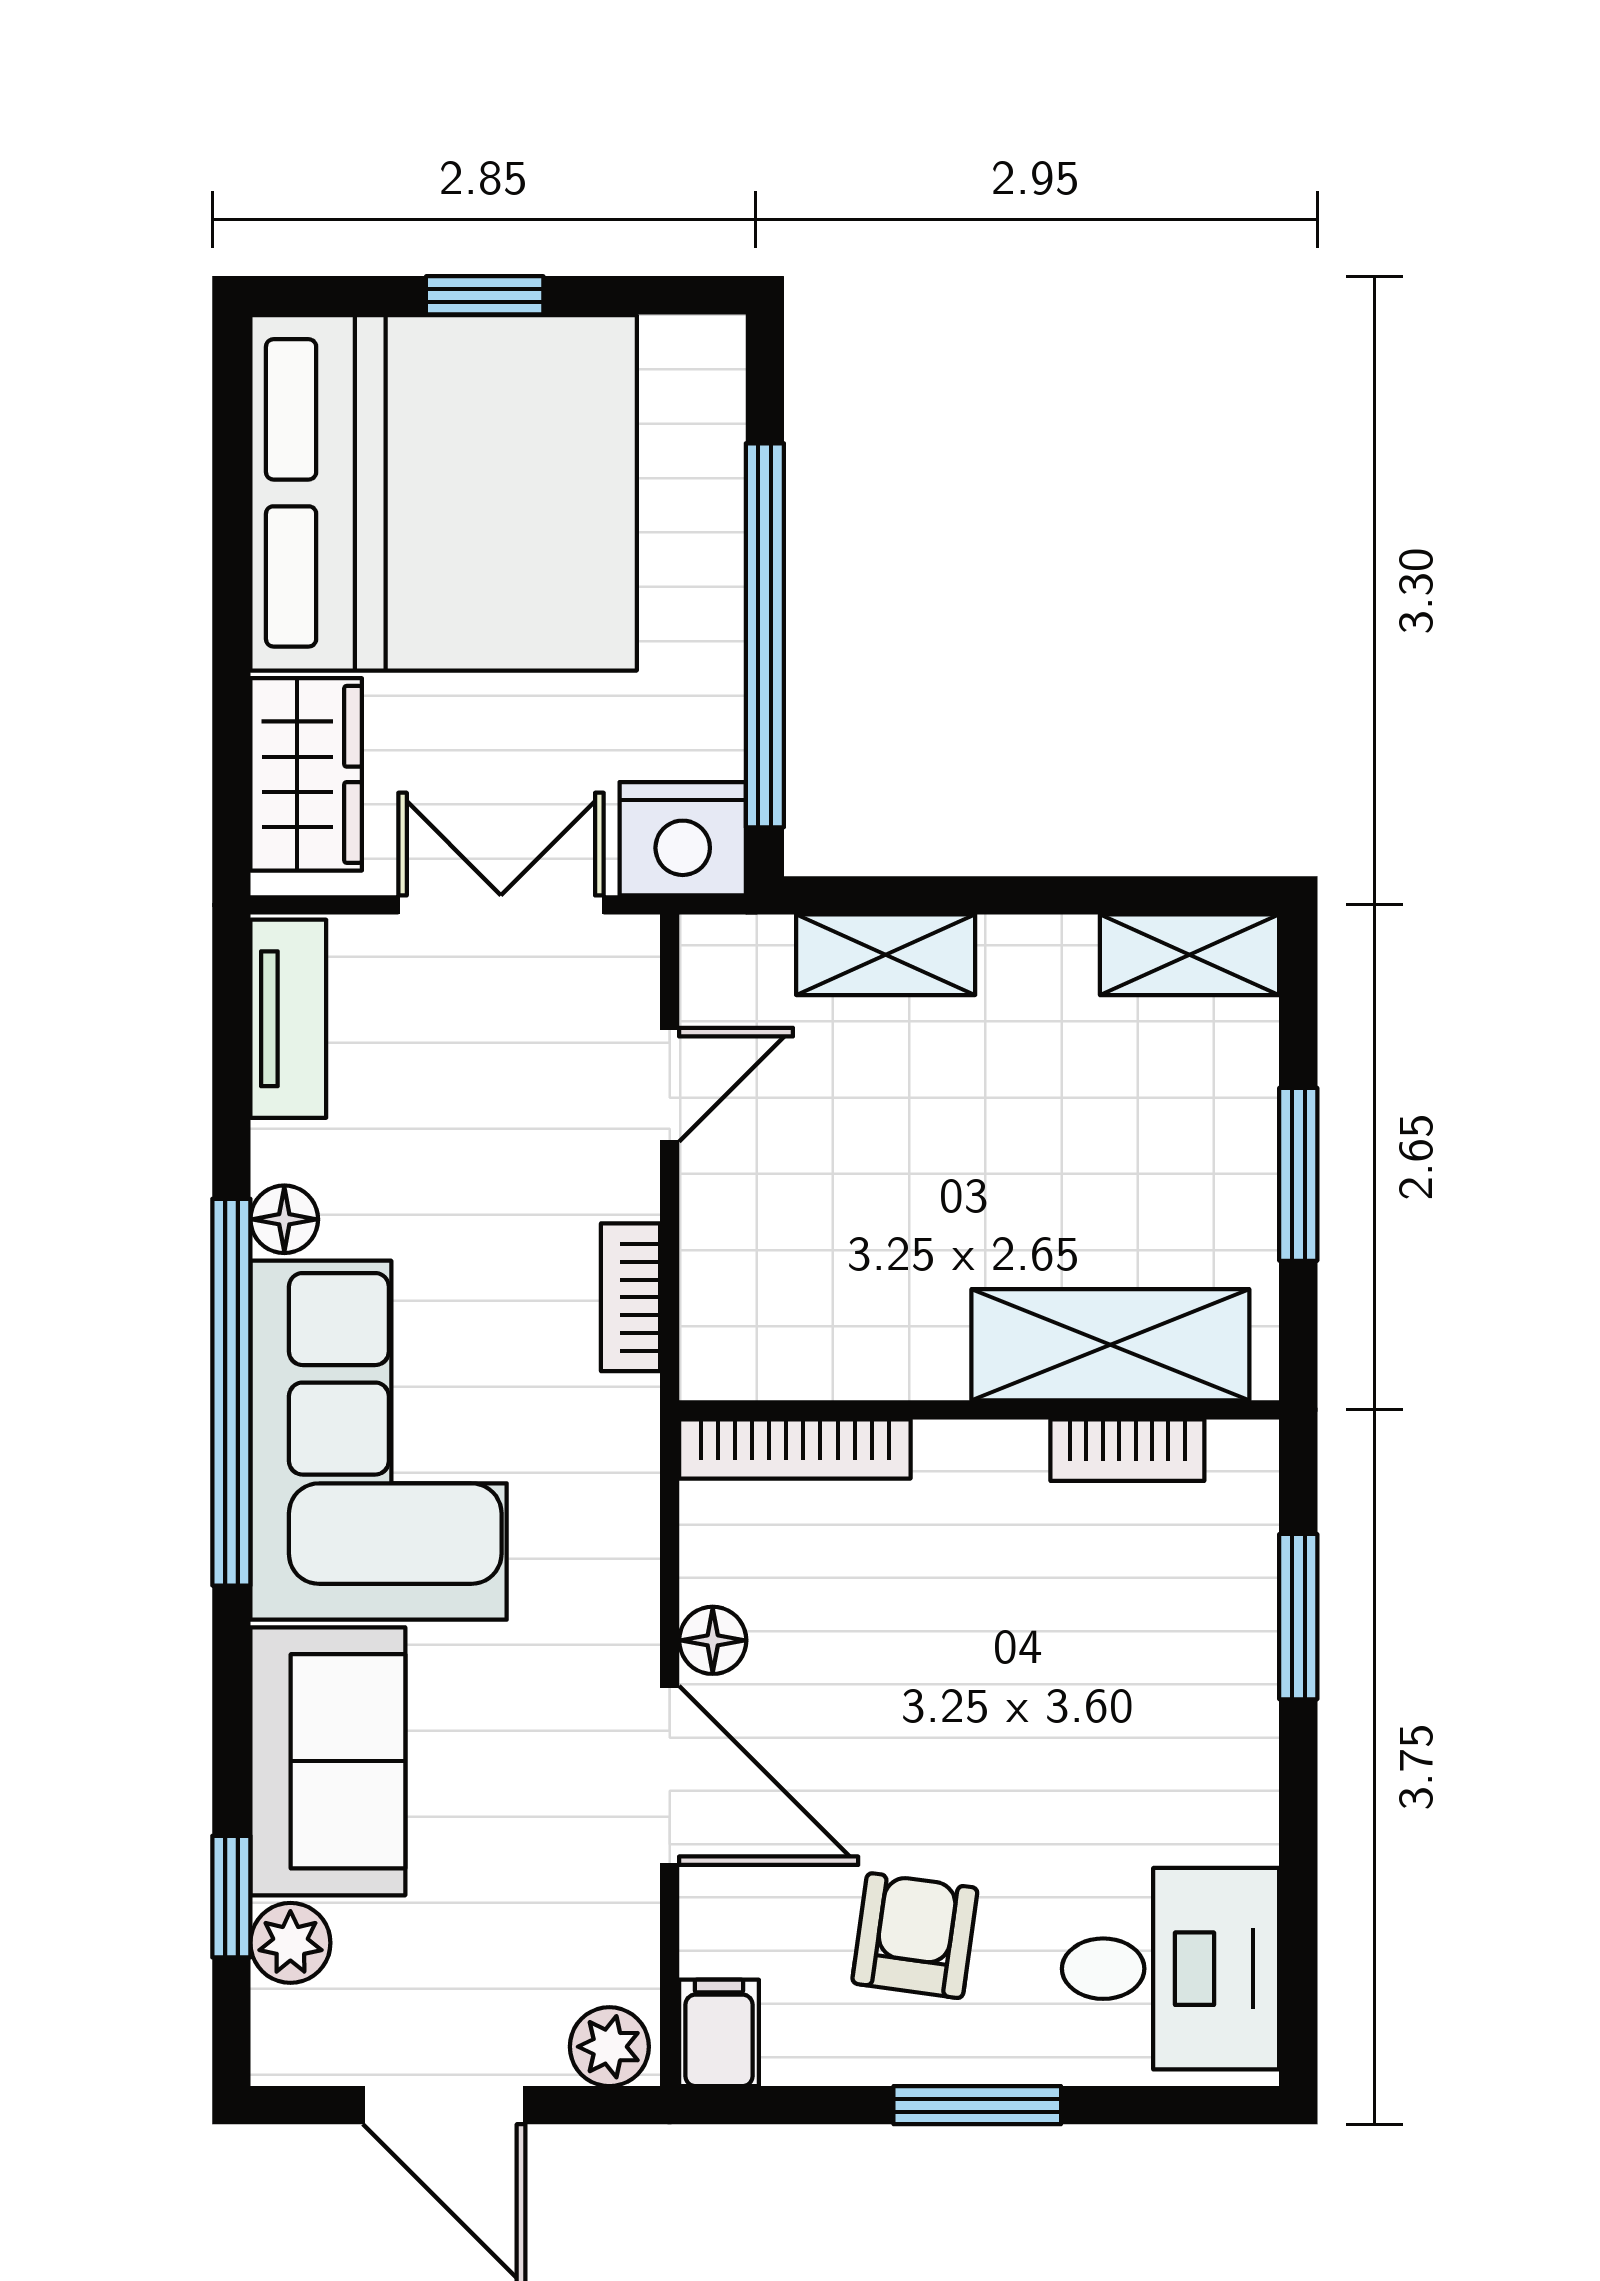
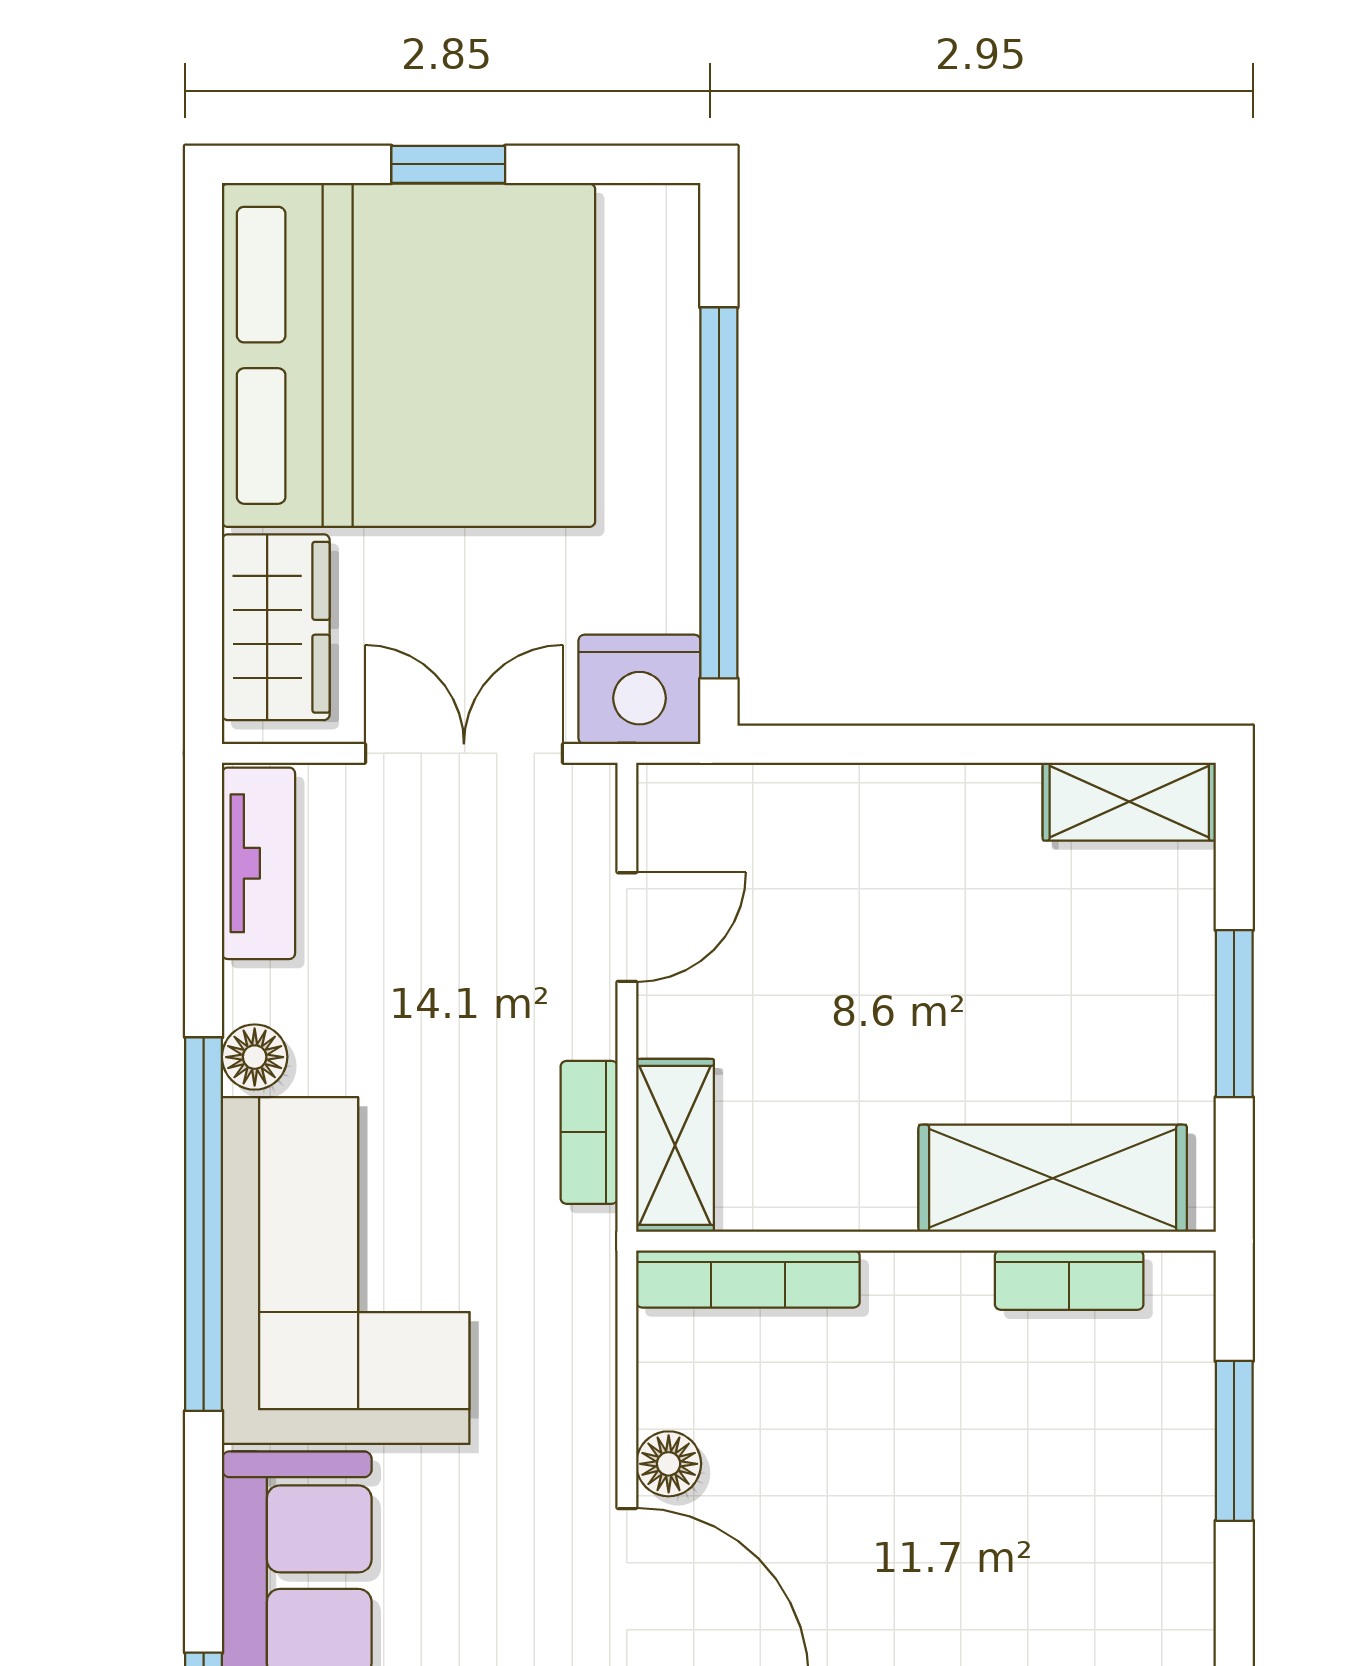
shelving: (886, 955) -> (675, 1145), moved, turned 90

